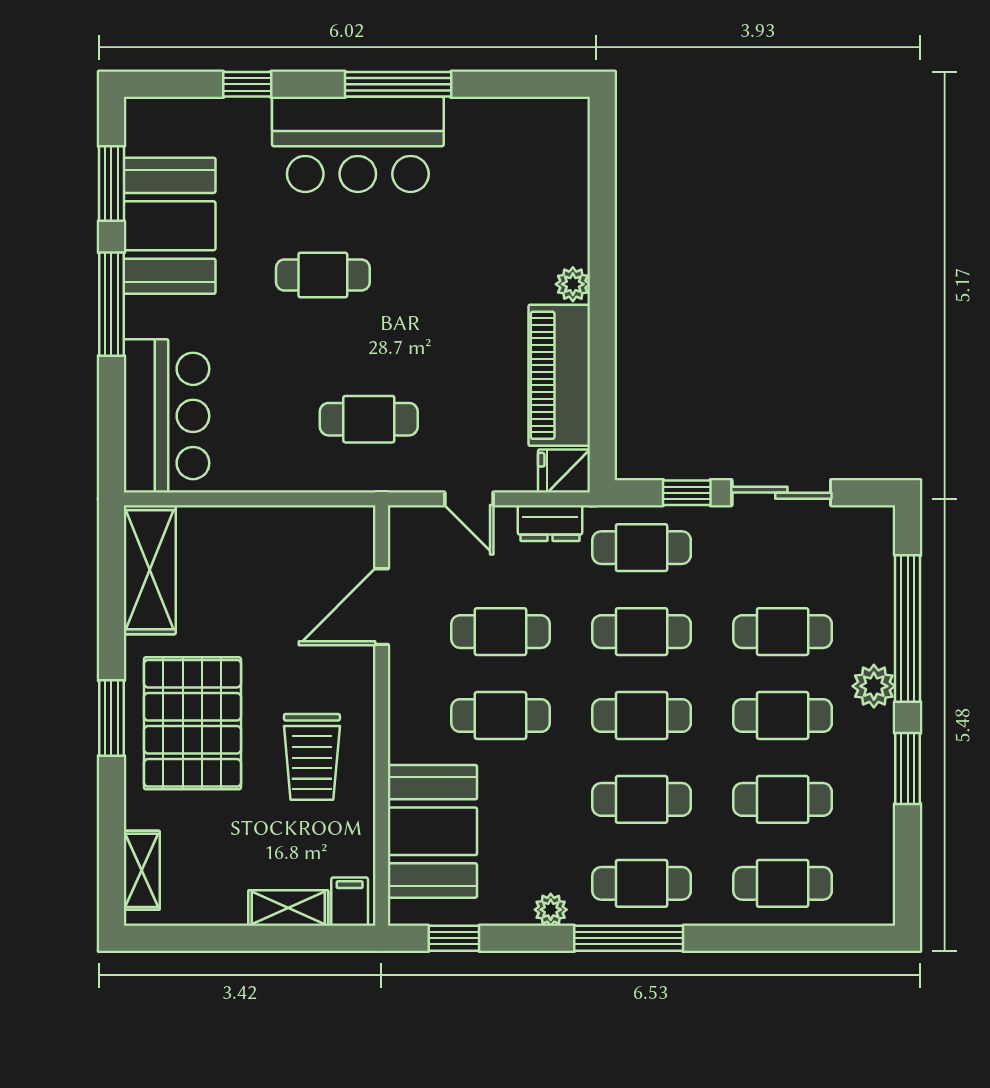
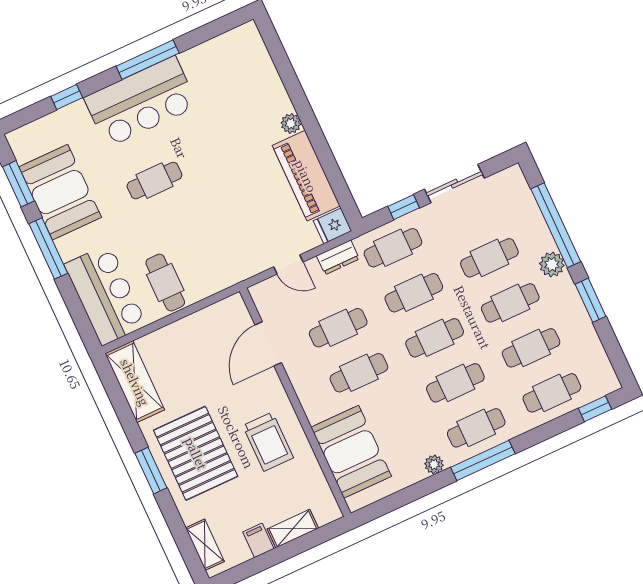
cafe table: (369, 419) -> (165, 283), moved, turned 90
filing cabinet: (350, 902) -> (258, 540), moved
window: (454, 938) -> (595, 409), moved

